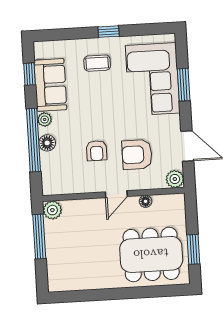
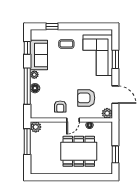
window: (109, 32) -> (52, 26), moved
armchair: (97, 151) -> (60, 107), moved
dining table: (151, 254) -> (79, 151), moved

